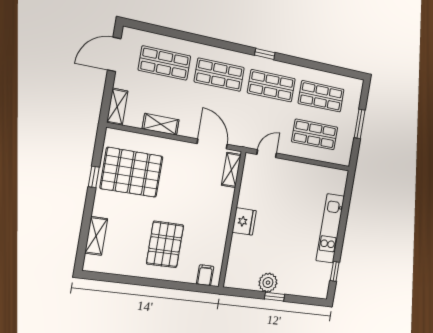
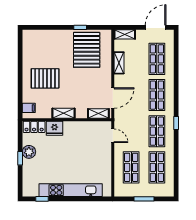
door: (114, 54) -> (156, 27), hinge flipped
fridge: (244, 221) -> (54, 128), moved
kitchen unit: (330, 228) -> (71, 190), width x1.36
shelving: (96, 236) -> (63, 113), moved
locker: (234, 271) -> (34, 127), added

